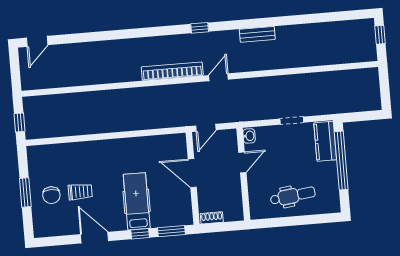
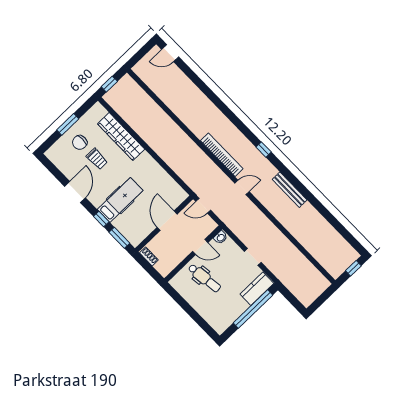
bench: (257, 34) -> (290, 190), width x1.36
wardrobe: (78, 152) -> (121, 137), added
dental chair: (293, 196) -> (204, 278), moved

